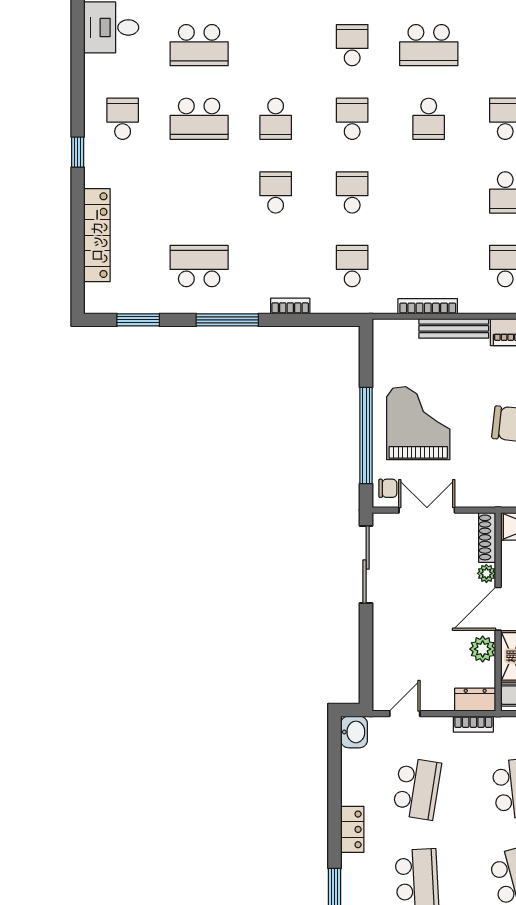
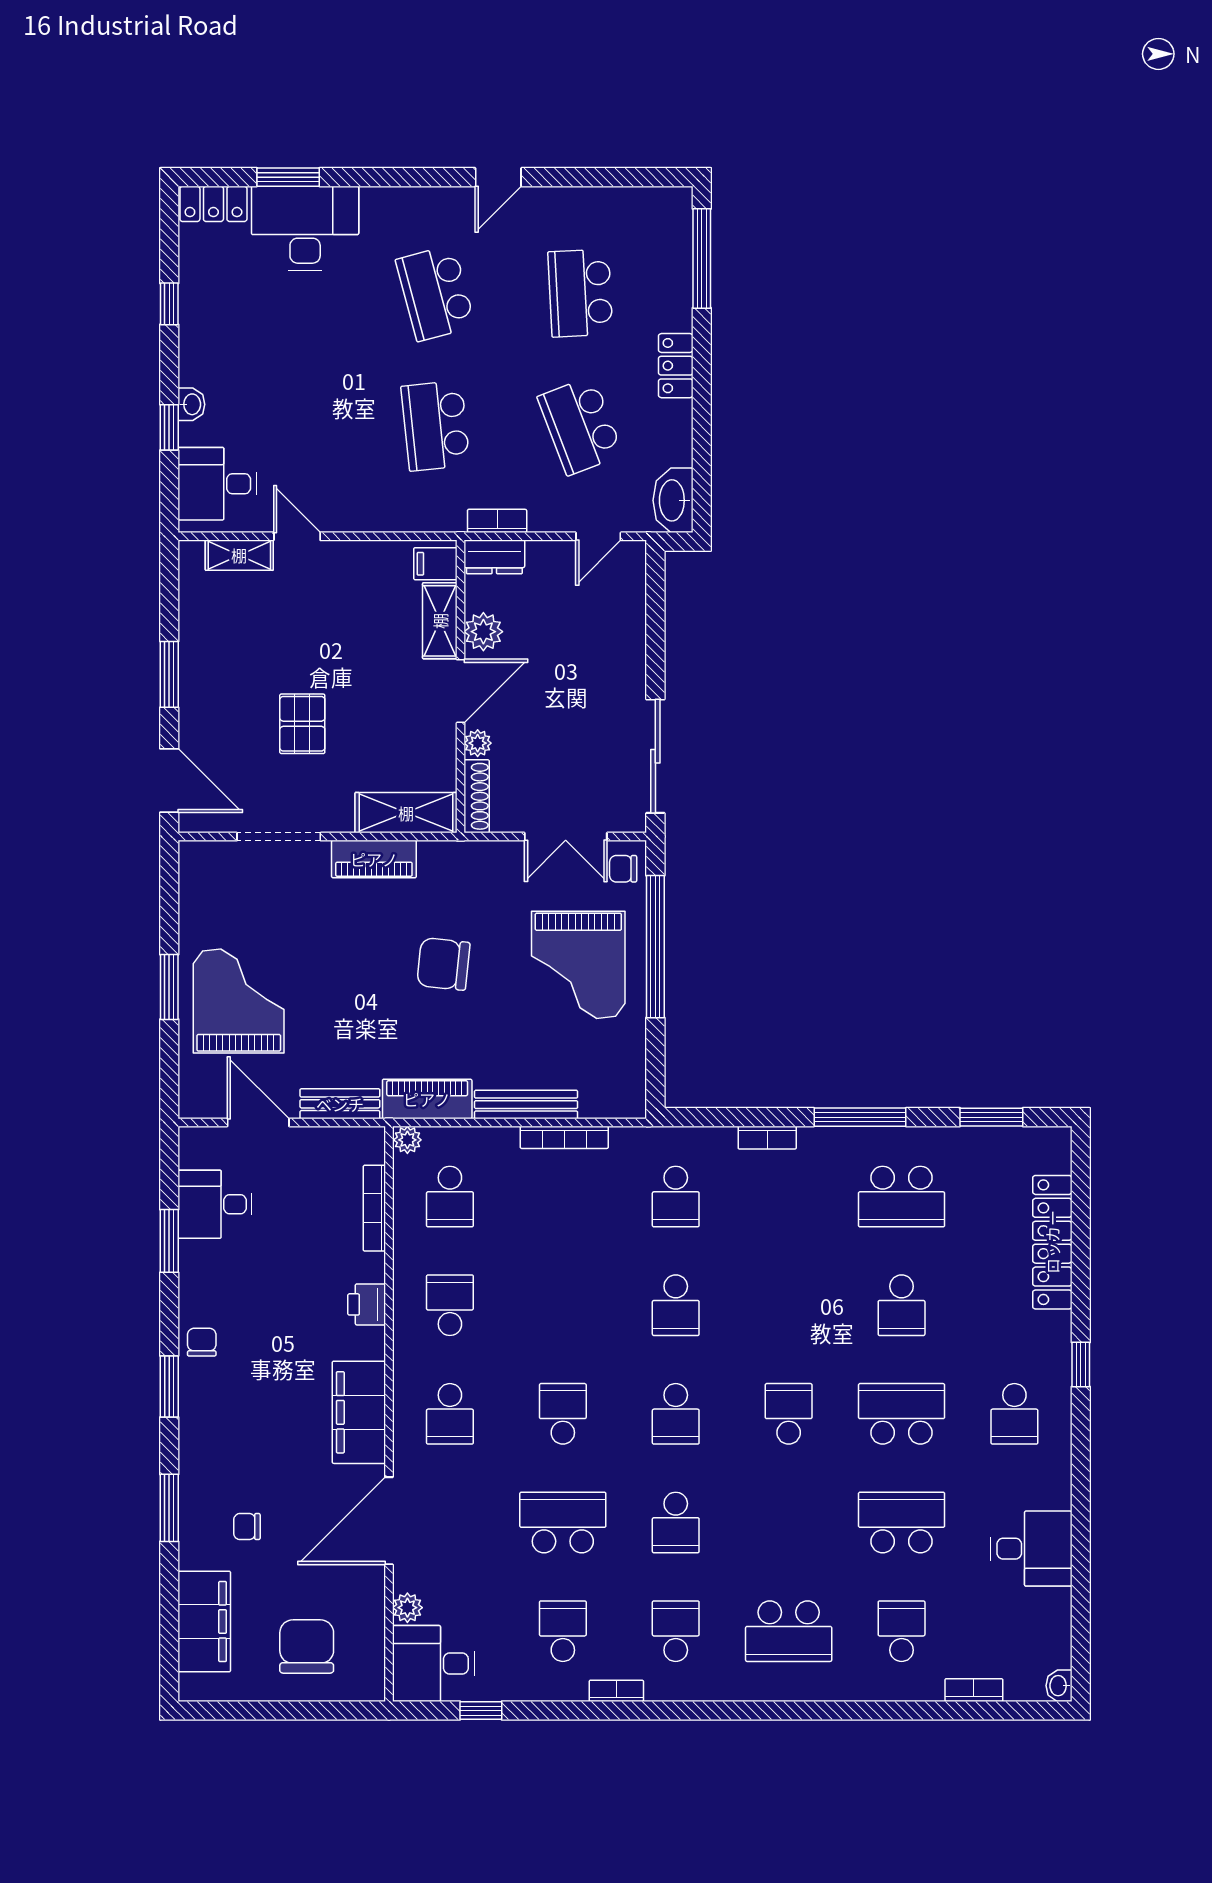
school desk: (276, 192) -> (902, 1305), moved
washbasin: (354, 732) -> (673, 500), width x1.38
school desk: (417, 789) -> (580, 426), turned -30

